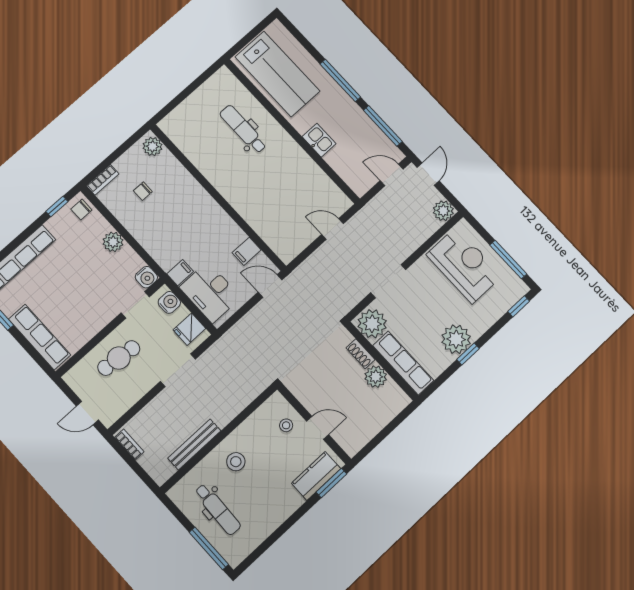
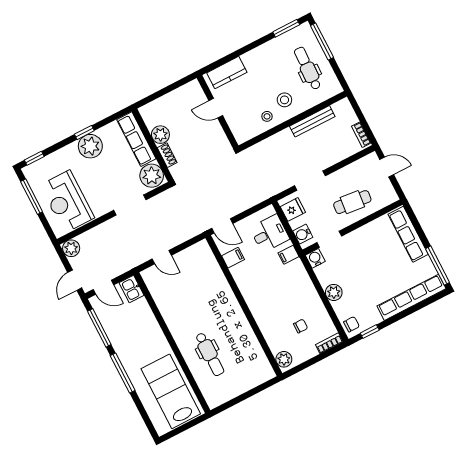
kitchen sink: (319, 140) -> (132, 289), moved
desk: (210, 292) -> (270, 233), width x0.73
stool: (286, 425) -> (267, 116), moved
window: (331, 483) -> (286, 28), moved

